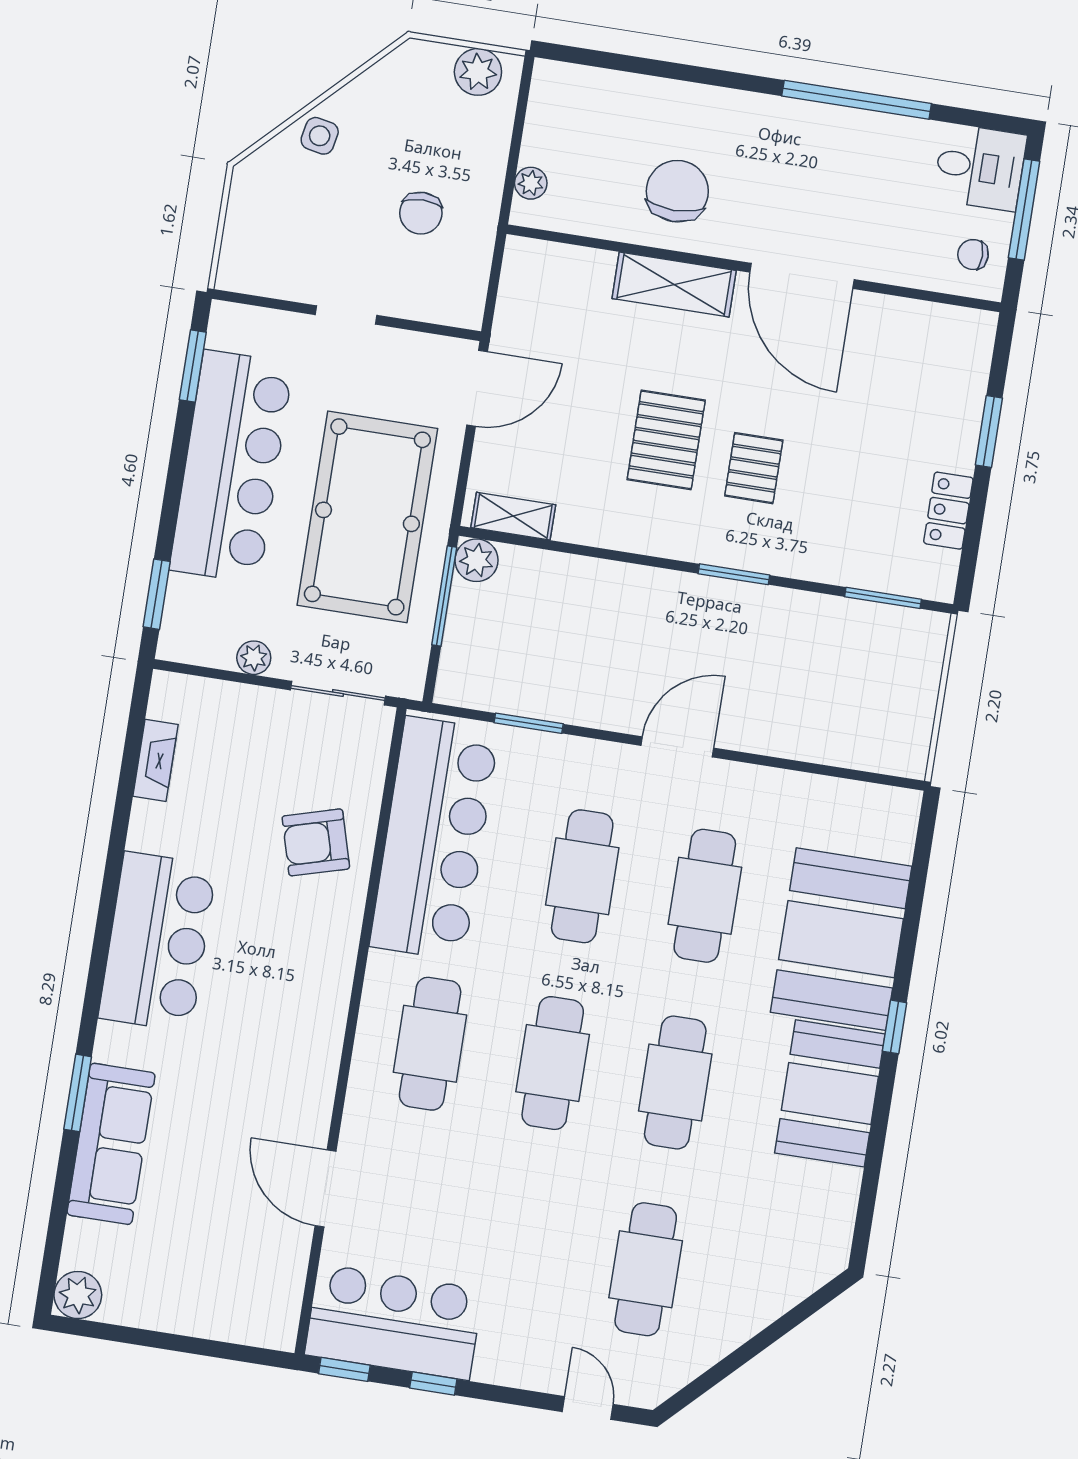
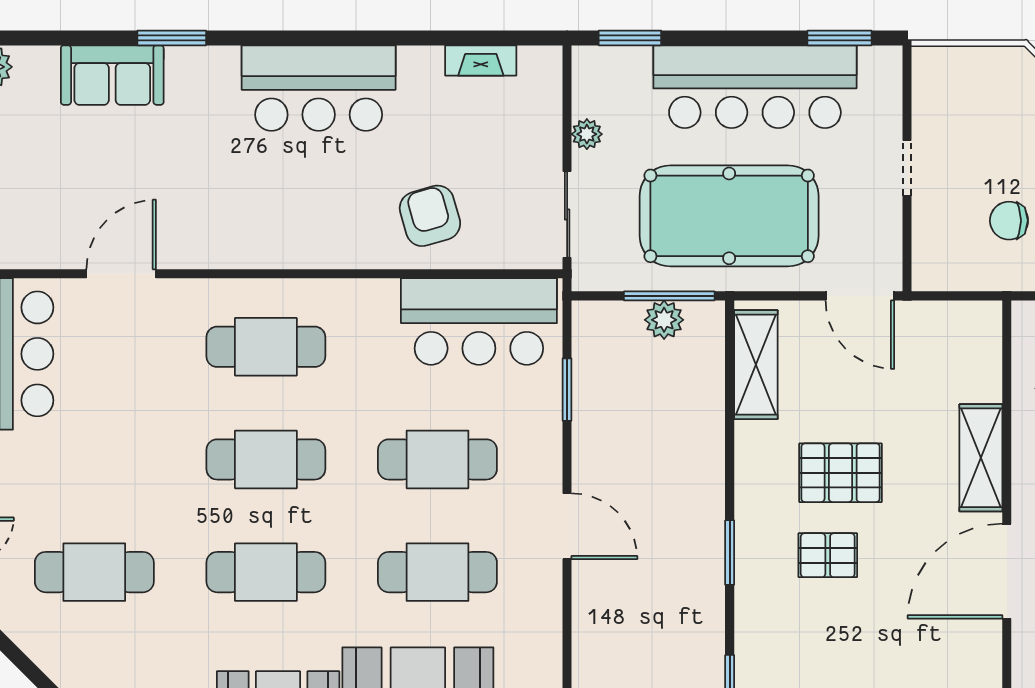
shelving: (513, 516) -> (756, 365), width x1.50, depth x1.33
plant: (476, 560) -> (664, 320), moved
bar counter: (434, 838) -> (479, 321), width x0.73
sofa: (111, 1144) -> (112, 75), width x0.73

